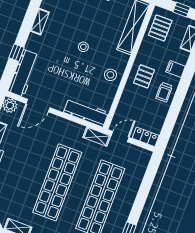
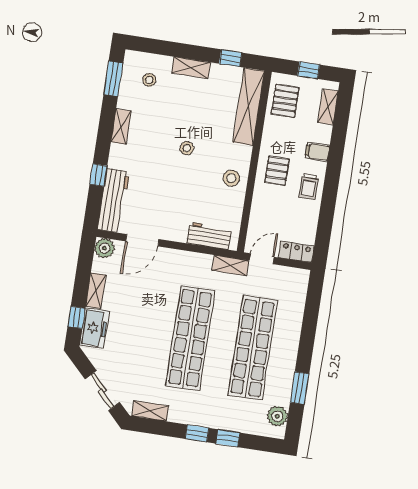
workbench: (86, 112) -> (209, 236), width x0.73

